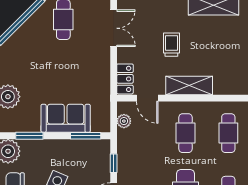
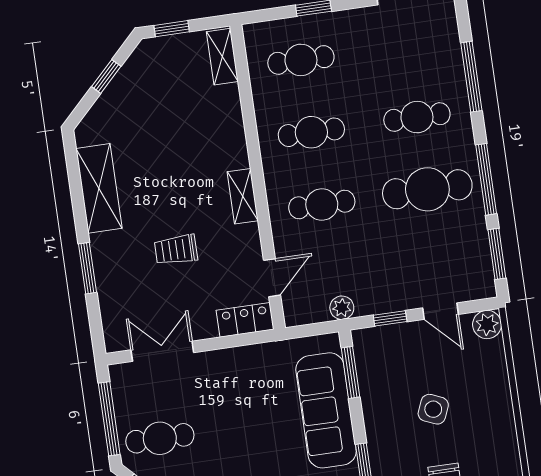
shelving: (189, 86) -> (243, 196), width x0.67, depth x0.75
sofa: (66, 118) -> (326, 410), width x1.36
plant: (124, 121) -> (342, 308), moved

